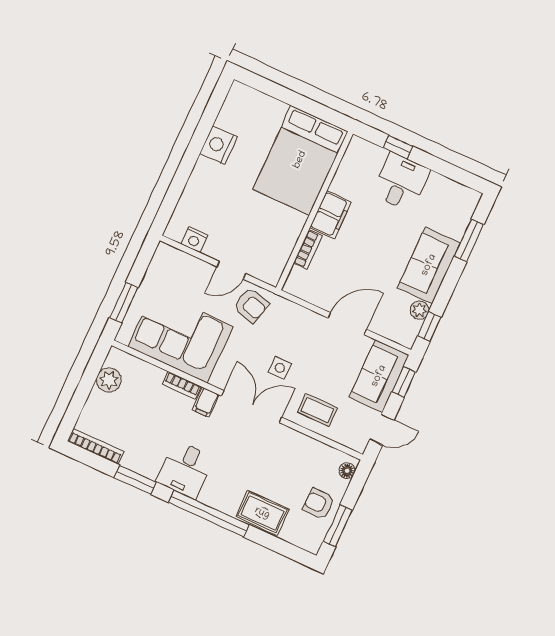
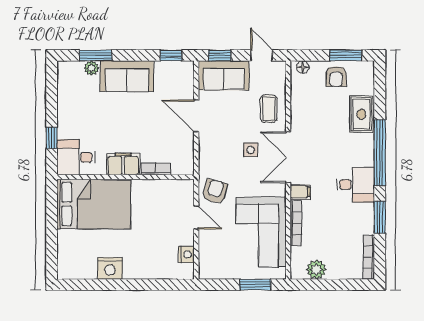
desk: (401, 182) -> (76, 157), moved
plant: (419, 310) -> (91, 68), moved
bookcase: (182, 385) -> (296, 223), width x1.56

